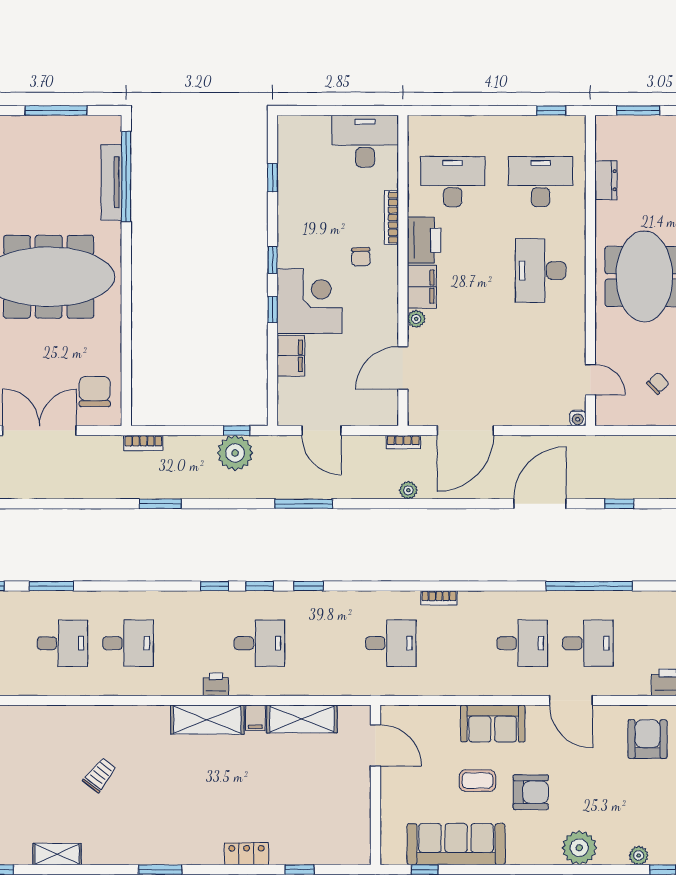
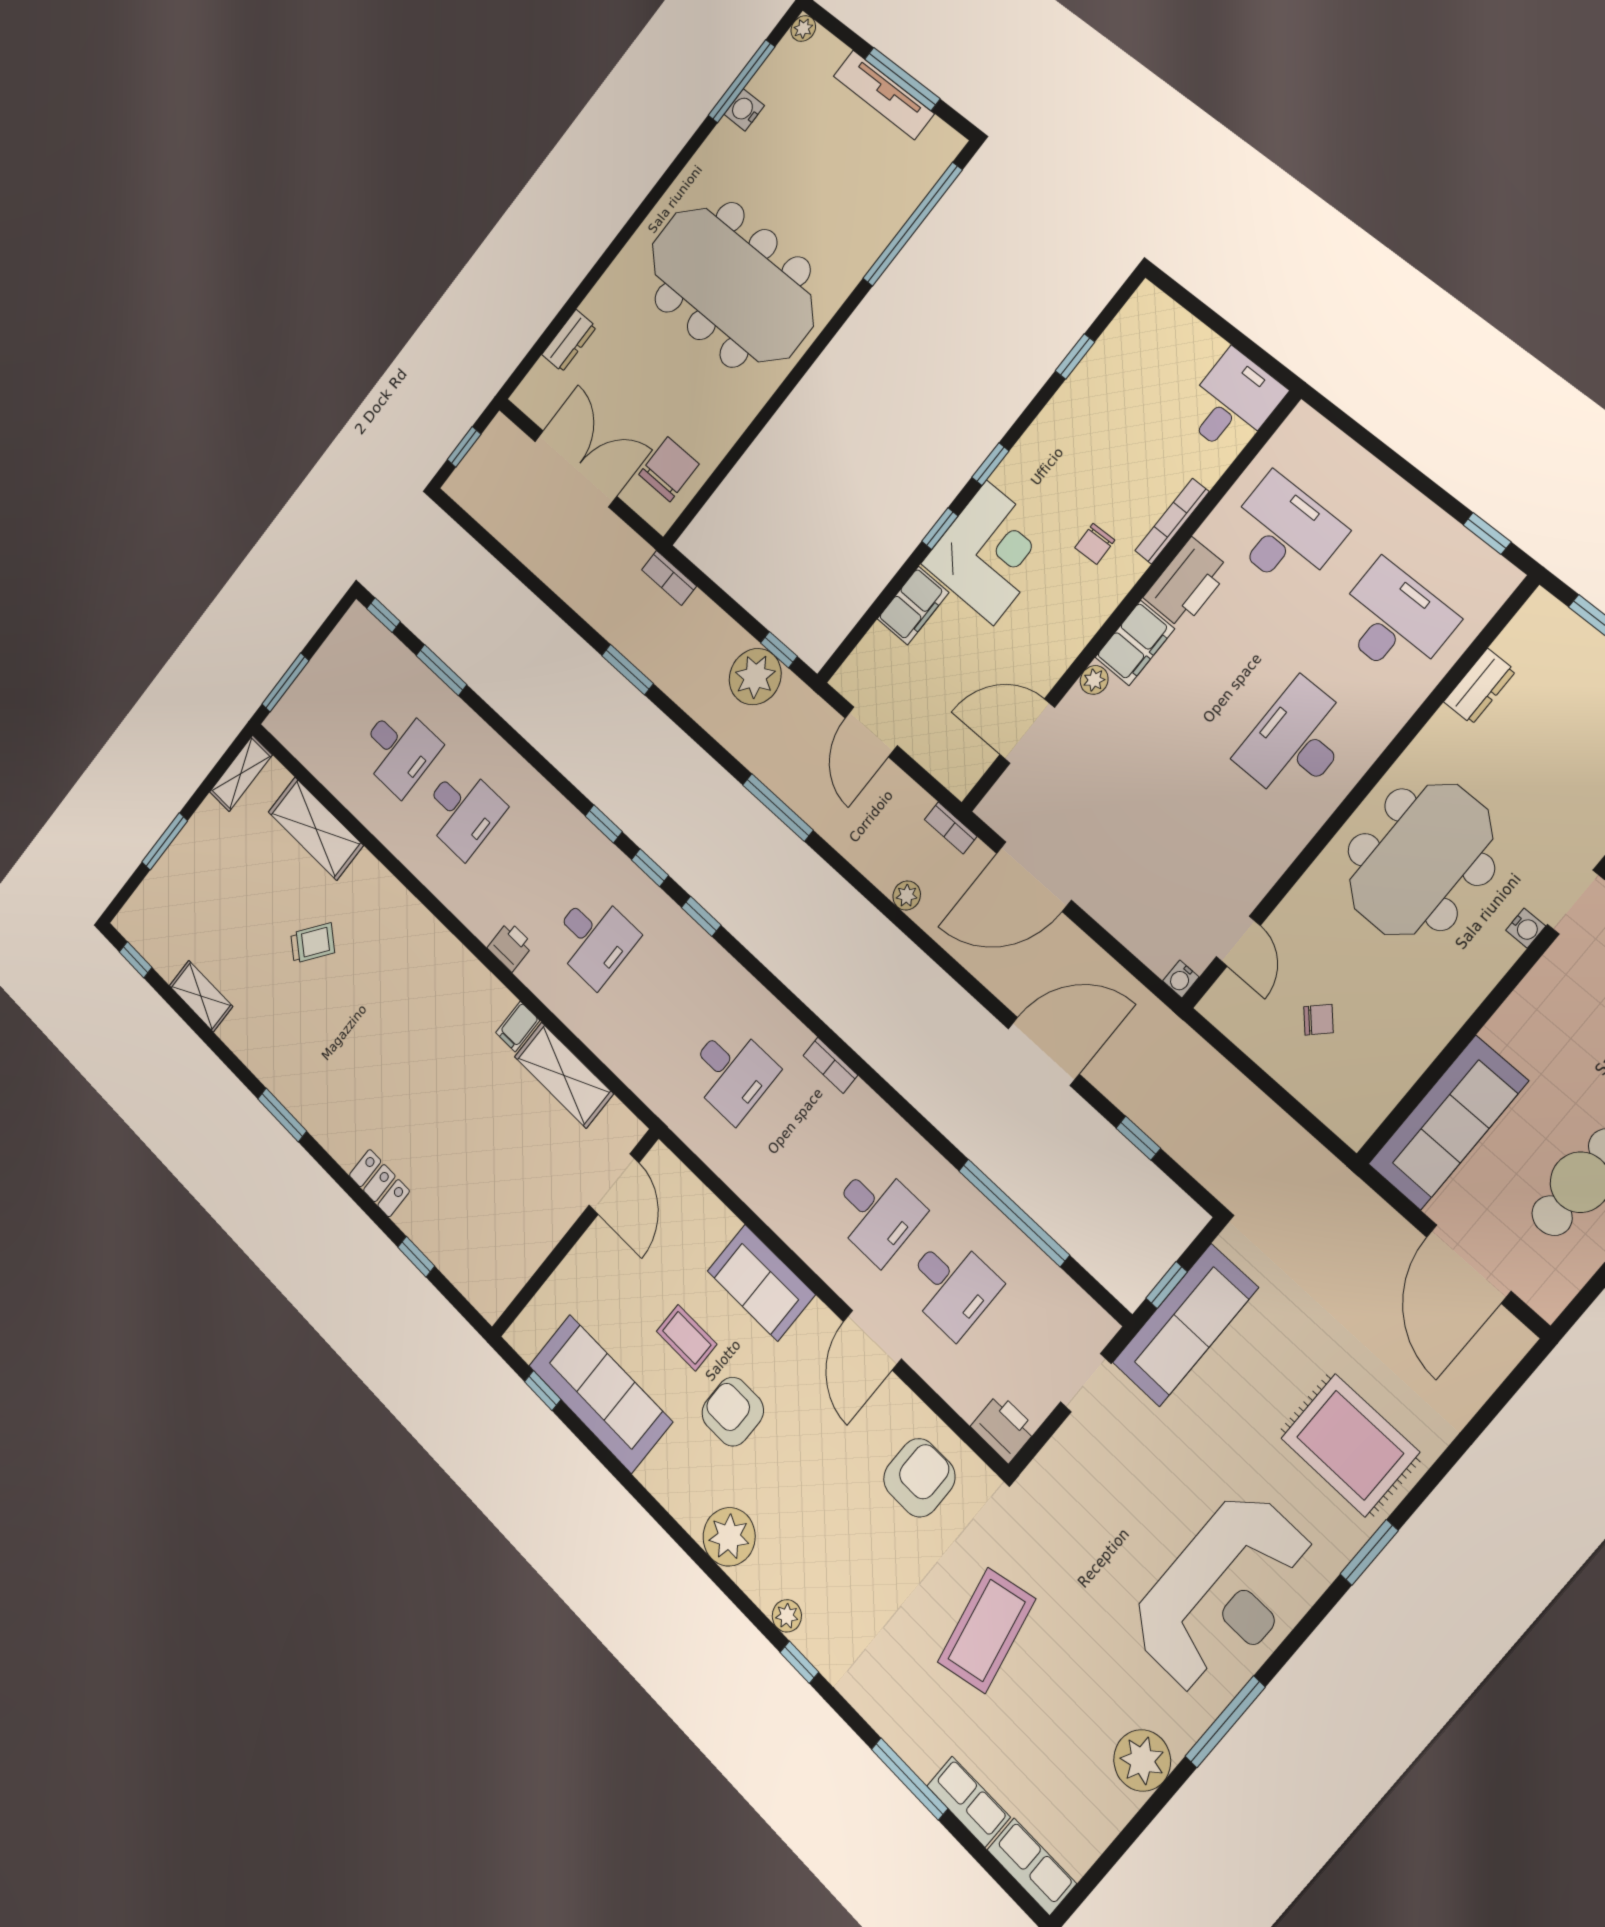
desk: (365, 141) -> (1233, 403), width x0.73
tv unit: (111, 182) -> (884, 95), moved, turned -90
shelving: (207, 720) -> (316, 829), moved
armchair: (531, 792) -> (733, 1412), turned 180

